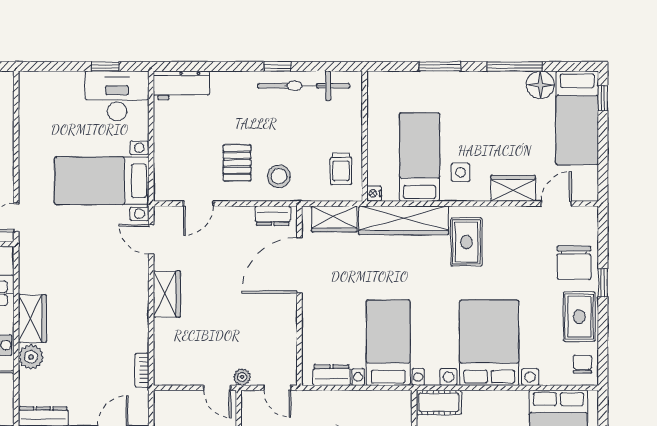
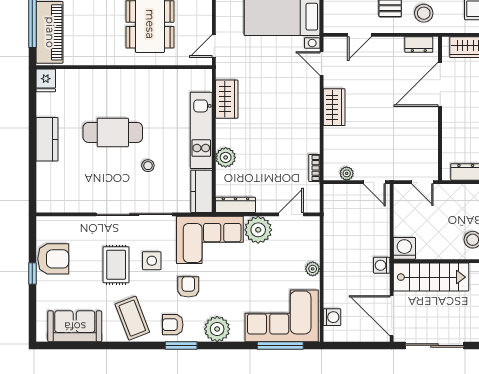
wardrobe: (32, 319) -> (227, 99), moved
plant: (242, 377) -> (347, 173), moved

